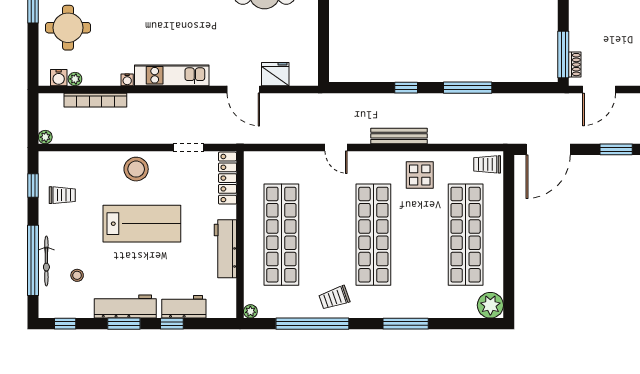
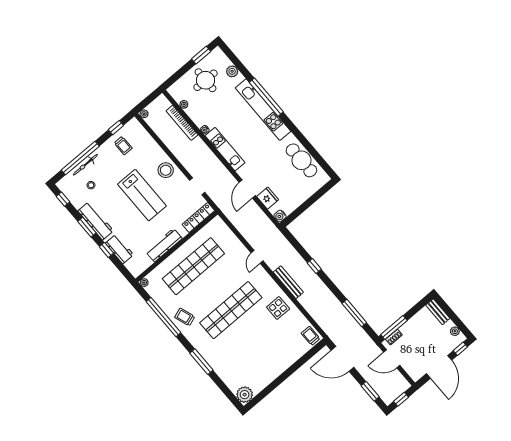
water cooler: (59, 78) -> (280, 216), moved
window: (468, 88) -> (354, 313), moved
shop shelf: (466, 235) -> (268, 354), removed

